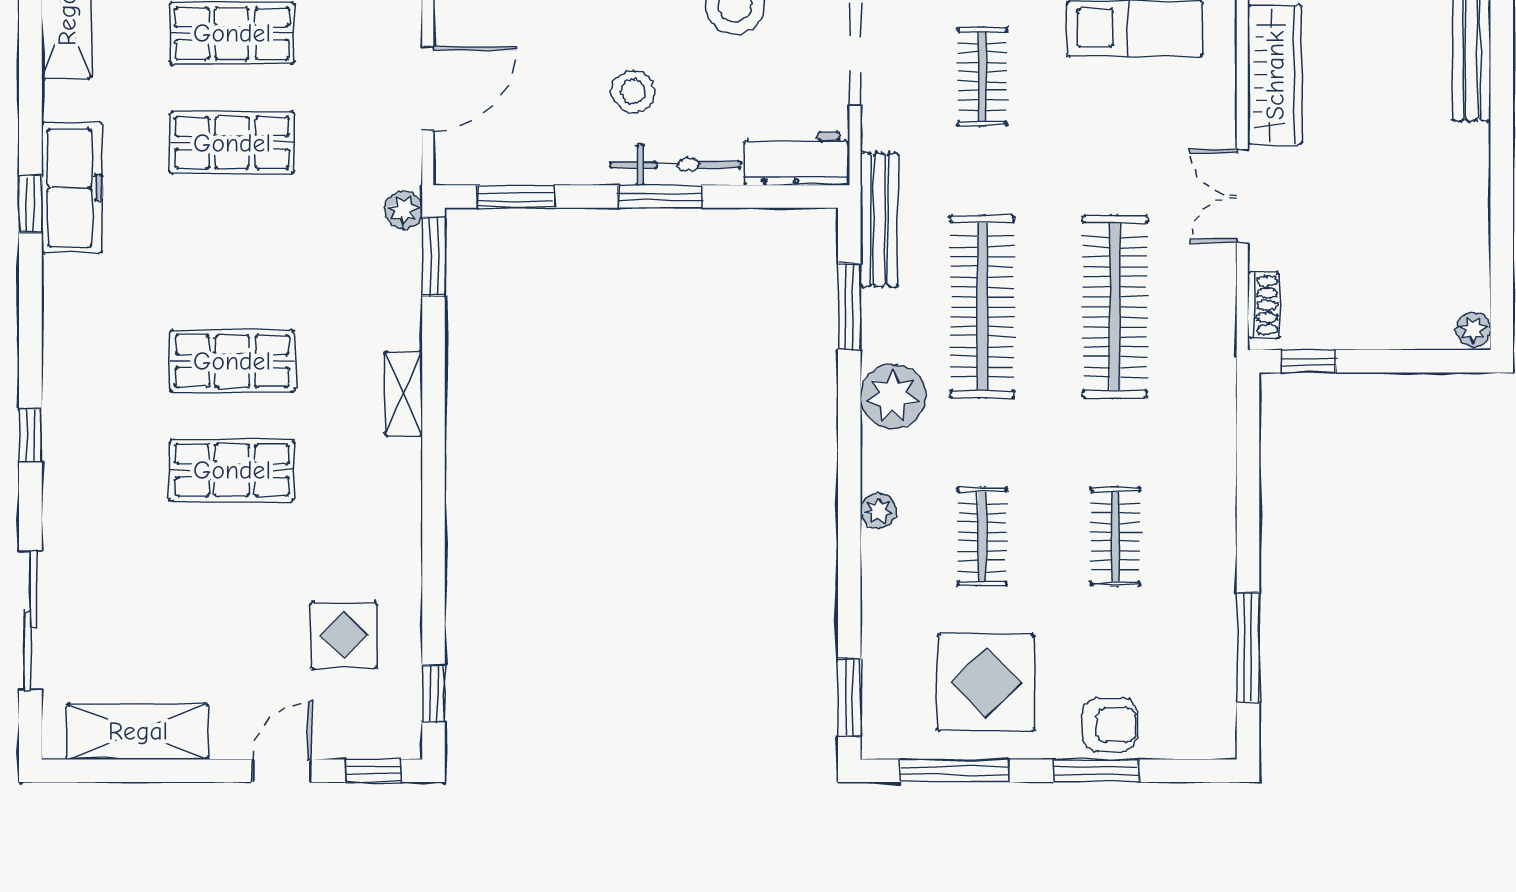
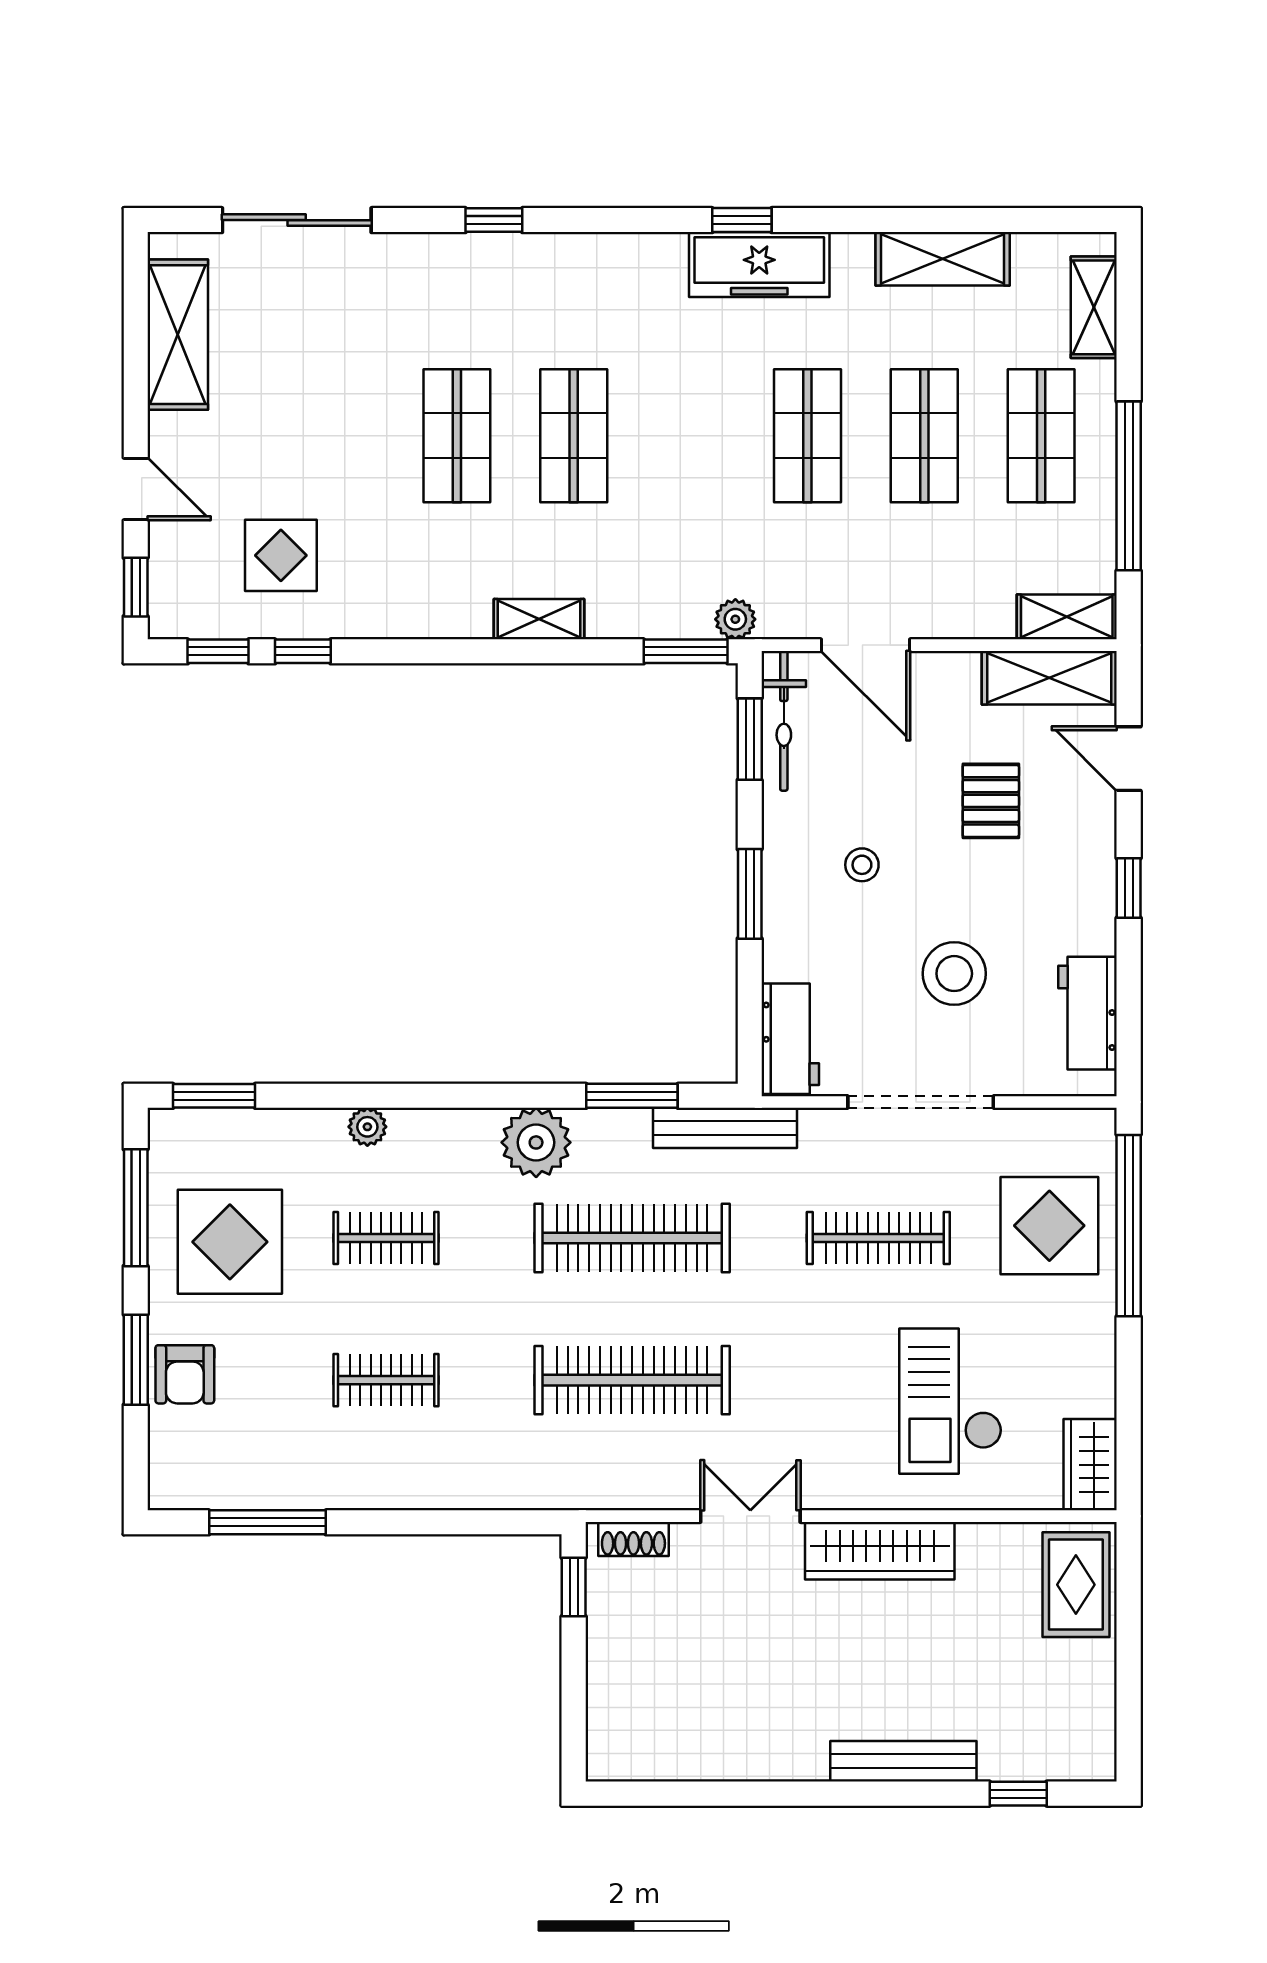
clothes rail: (982, 76) -> (878, 1238), width x1.36
stool: (633, 92) -> (862, 865), width x0.73, depth x0.73
bicycle: (675, 165) -> (784, 721), moved
plant: (1473, 330) -> (607, 1763), removed
plant: (878, 511) -> (367, 1127), moved
window: (434, 614) -> (303, 651), added

